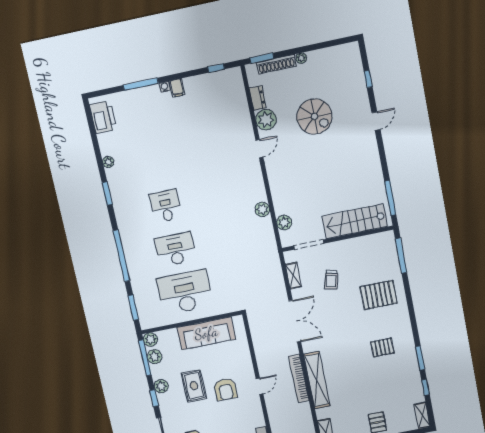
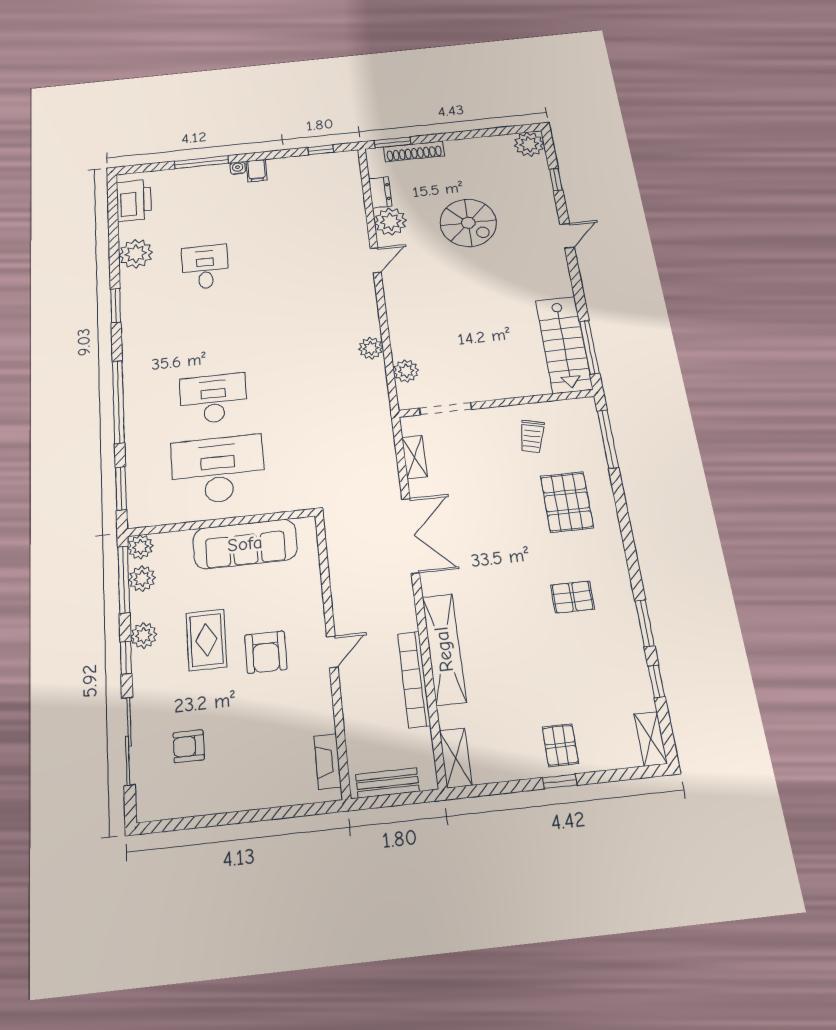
plant: (301, 58) -> (529, 144), moved, width x1.88, depth x1.88
plant: (108, 162) -> (136, 254), width x1.88, depth x1.88
desk: (166, 206) -> (205, 267), moved
stairs: (355, 221) -> (564, 344), moved, turned -90
trolley: (331, 280) -> (532, 436), moved
pallet: (379, 295) -> (567, 502), turned 90
bookcase: (299, 378) -> (414, 679), moved

